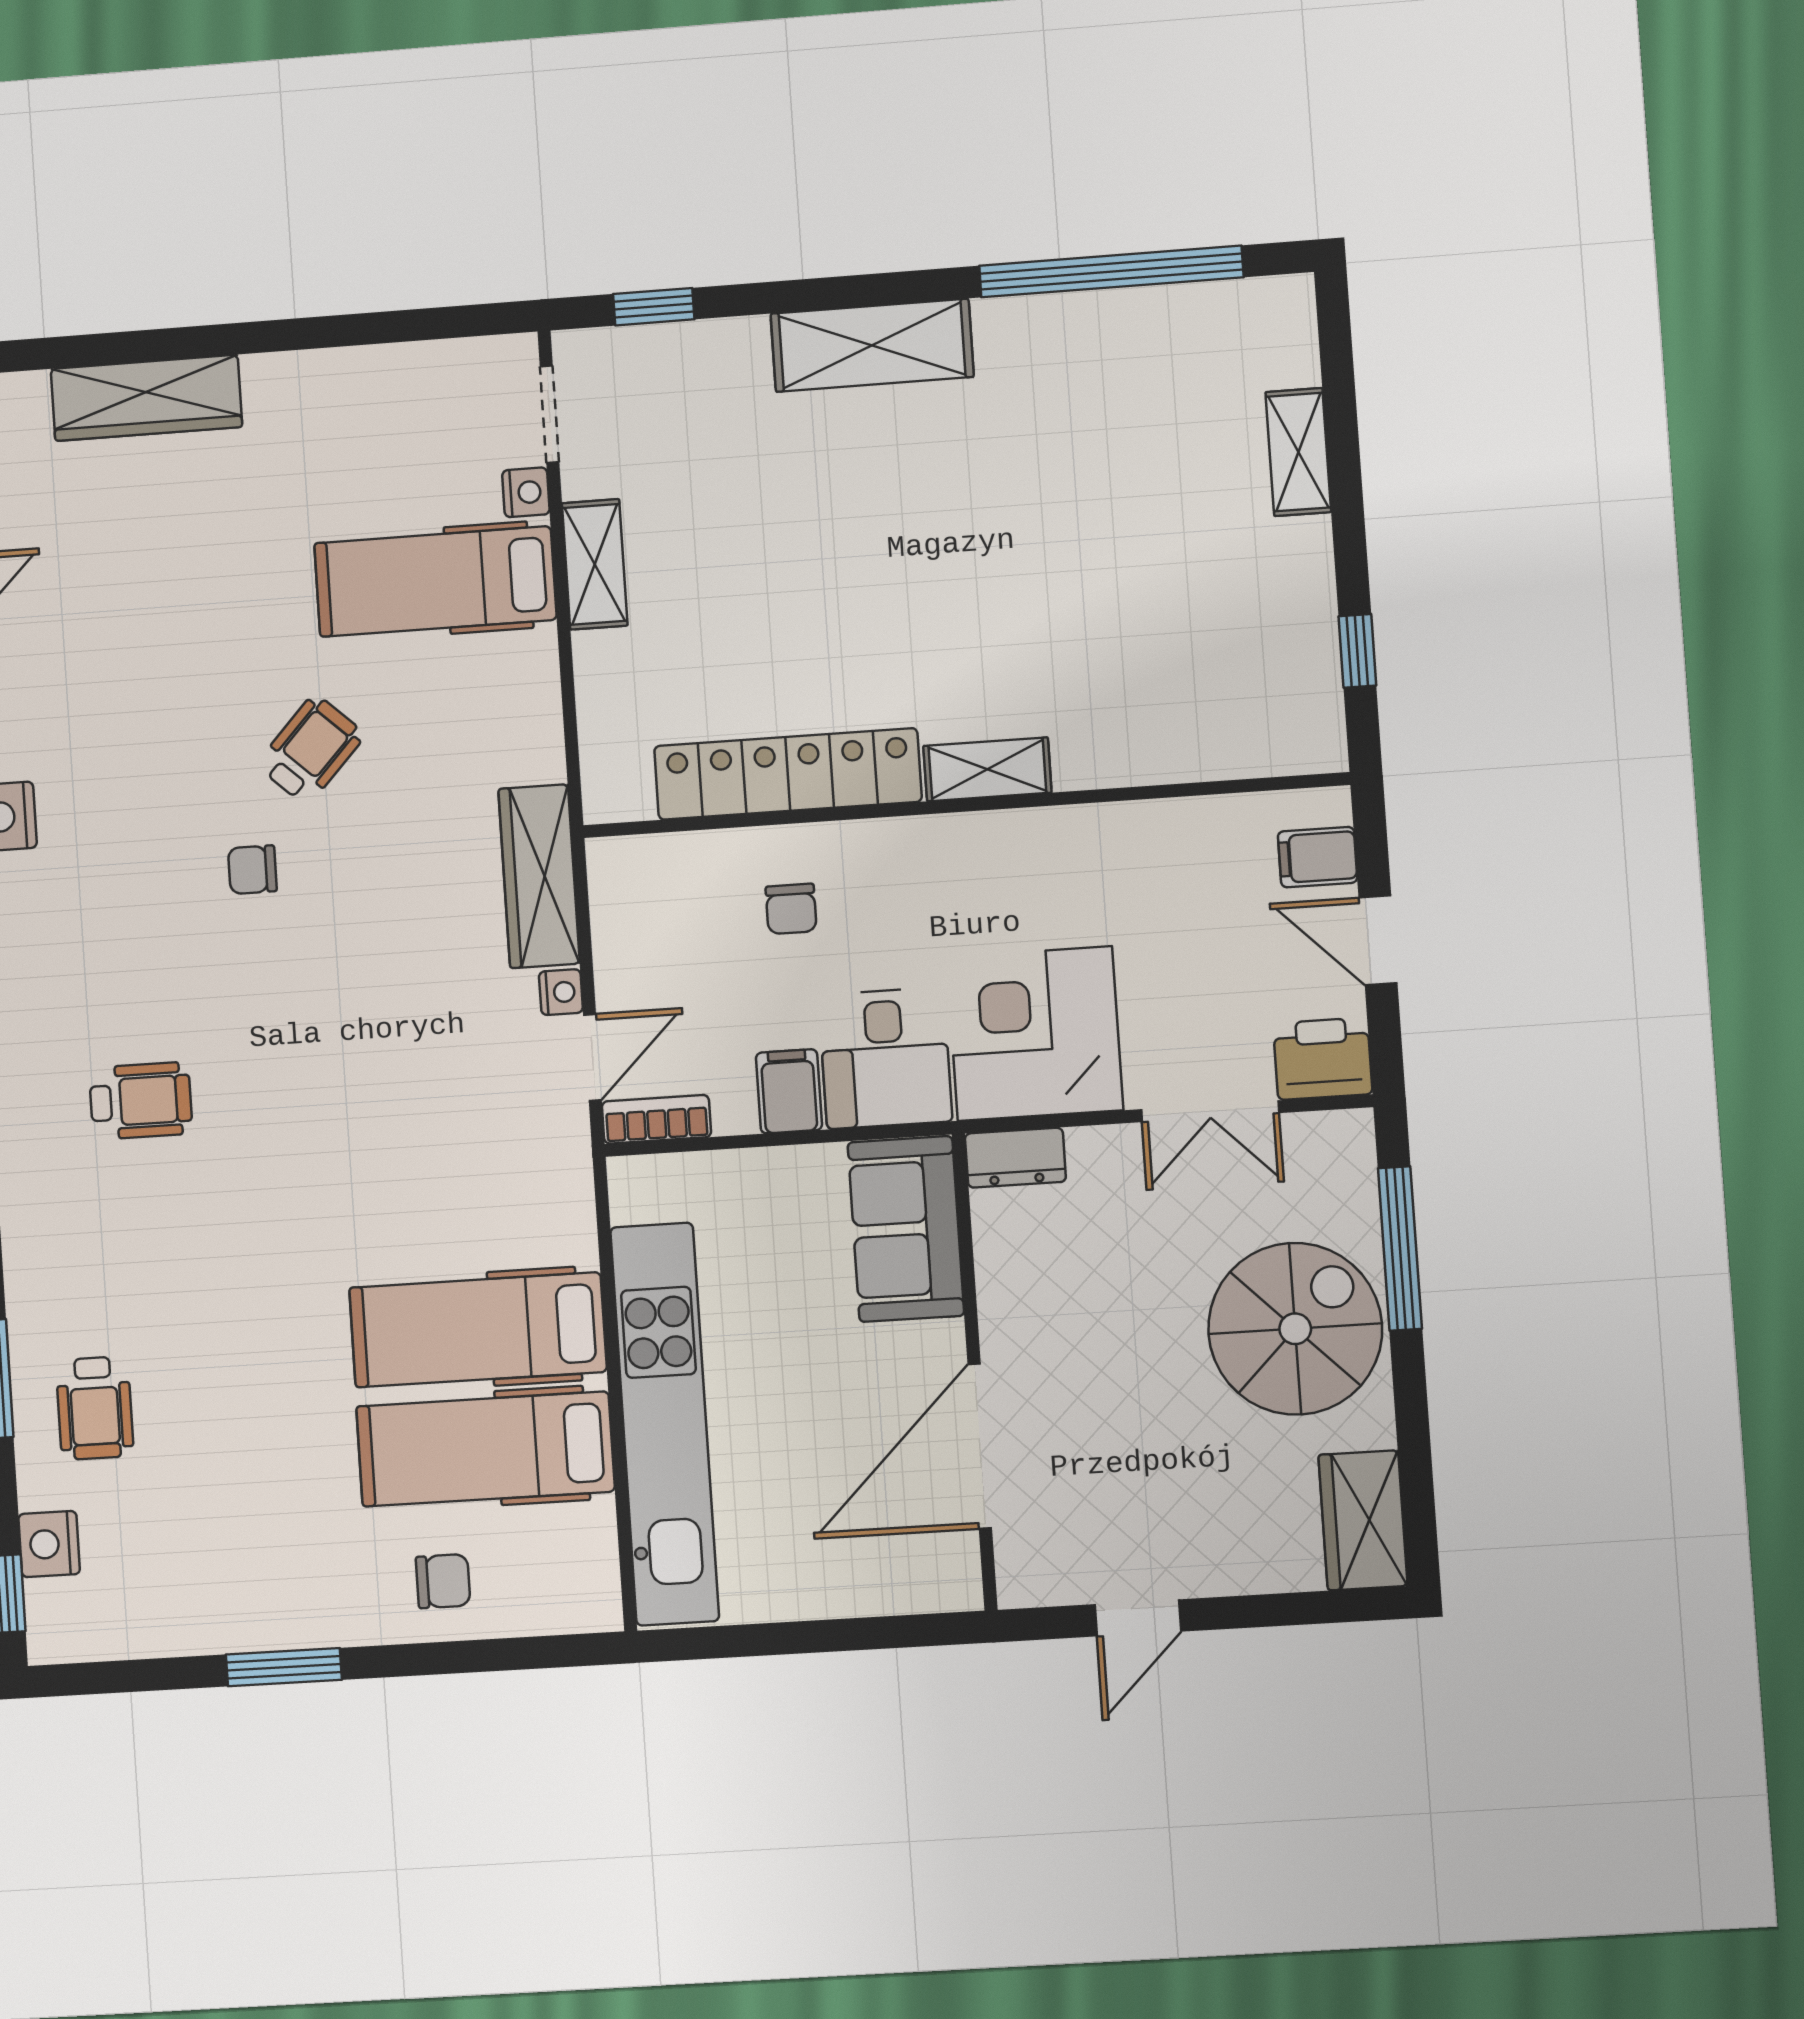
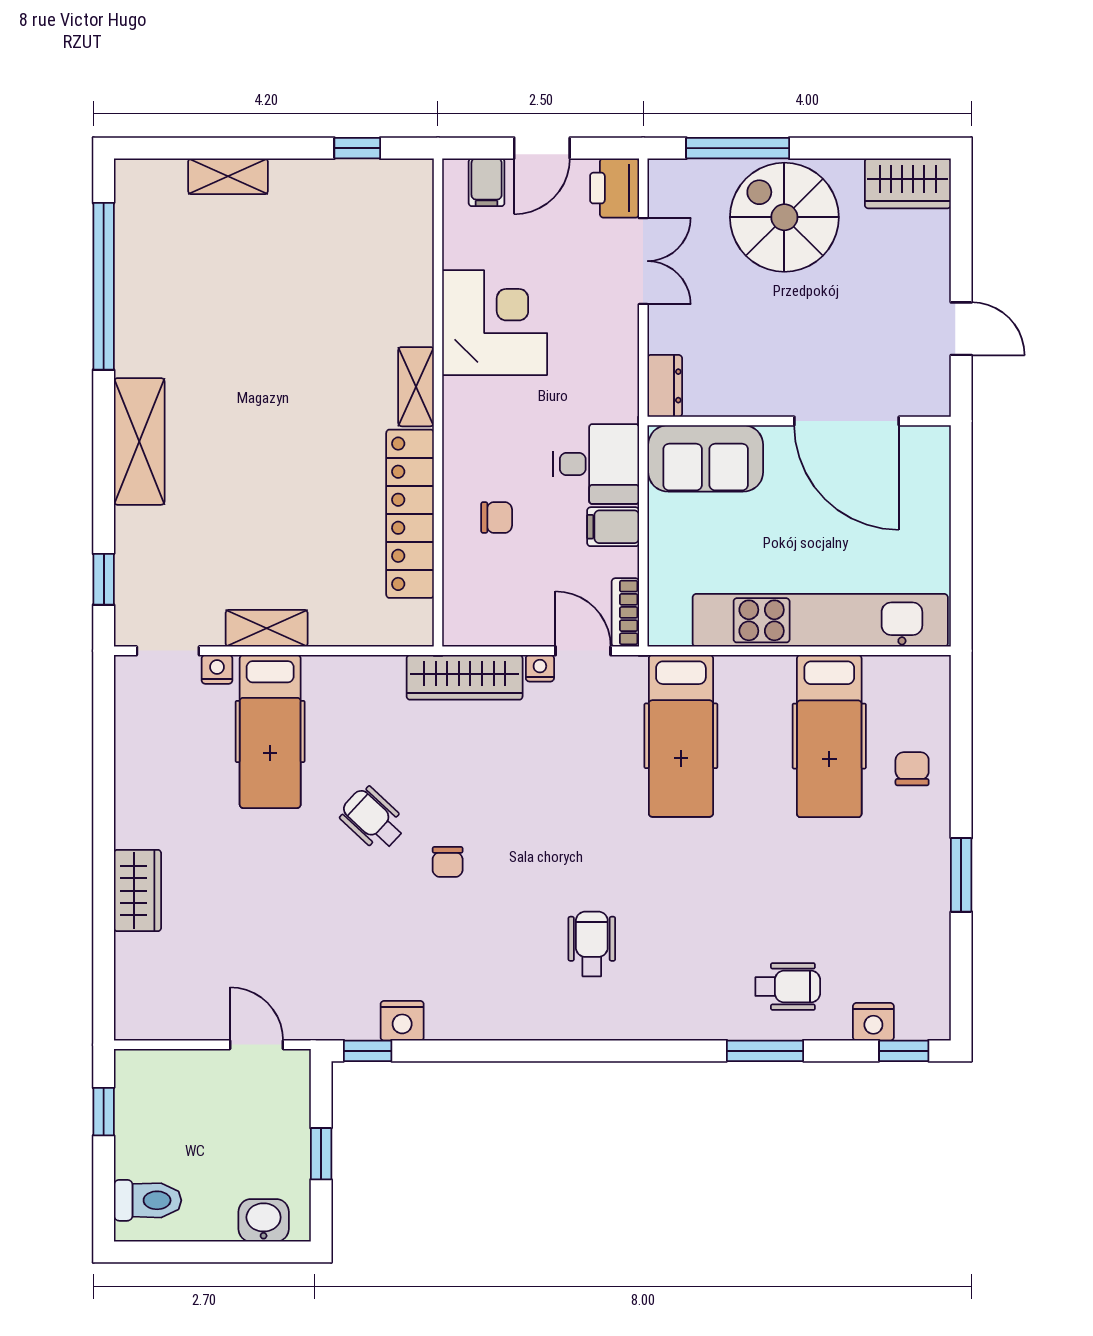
wardrobe: (146, 398) -> (137, 891), width x0.67
corner desk: (1035, 1034) -> (495, 323), moved, turned 180
hospital bed: (478, 1330) -> (681, 736), moved

